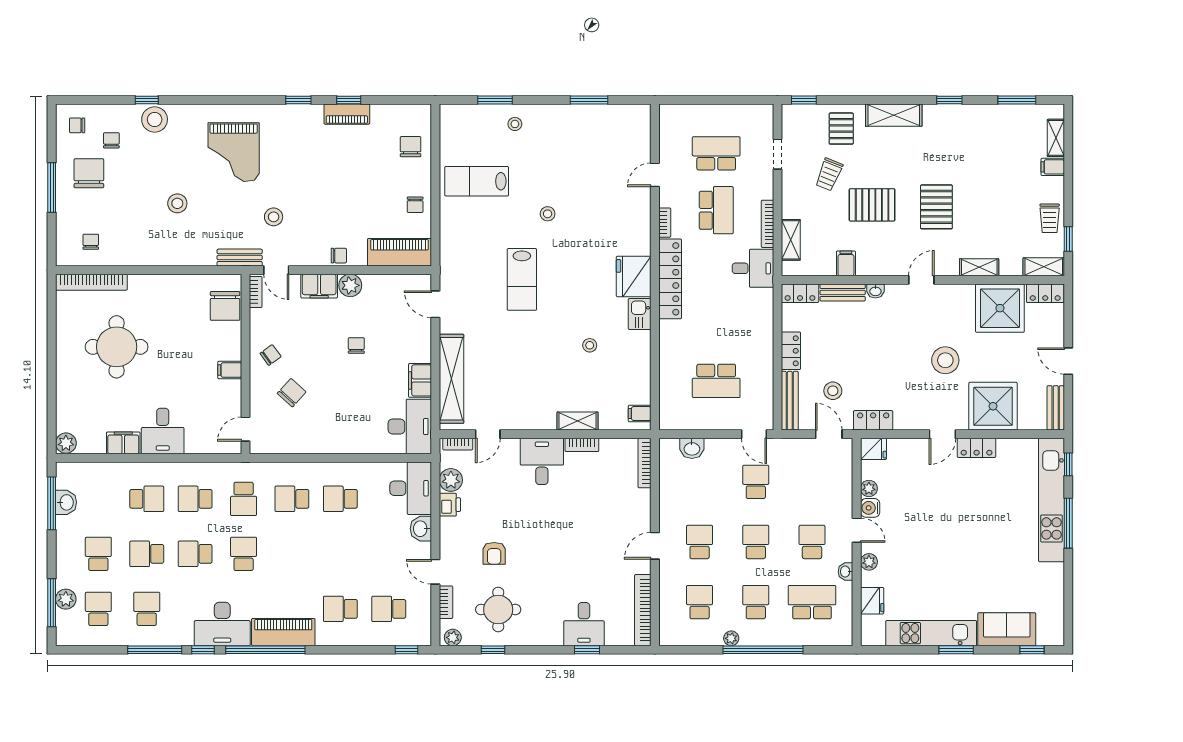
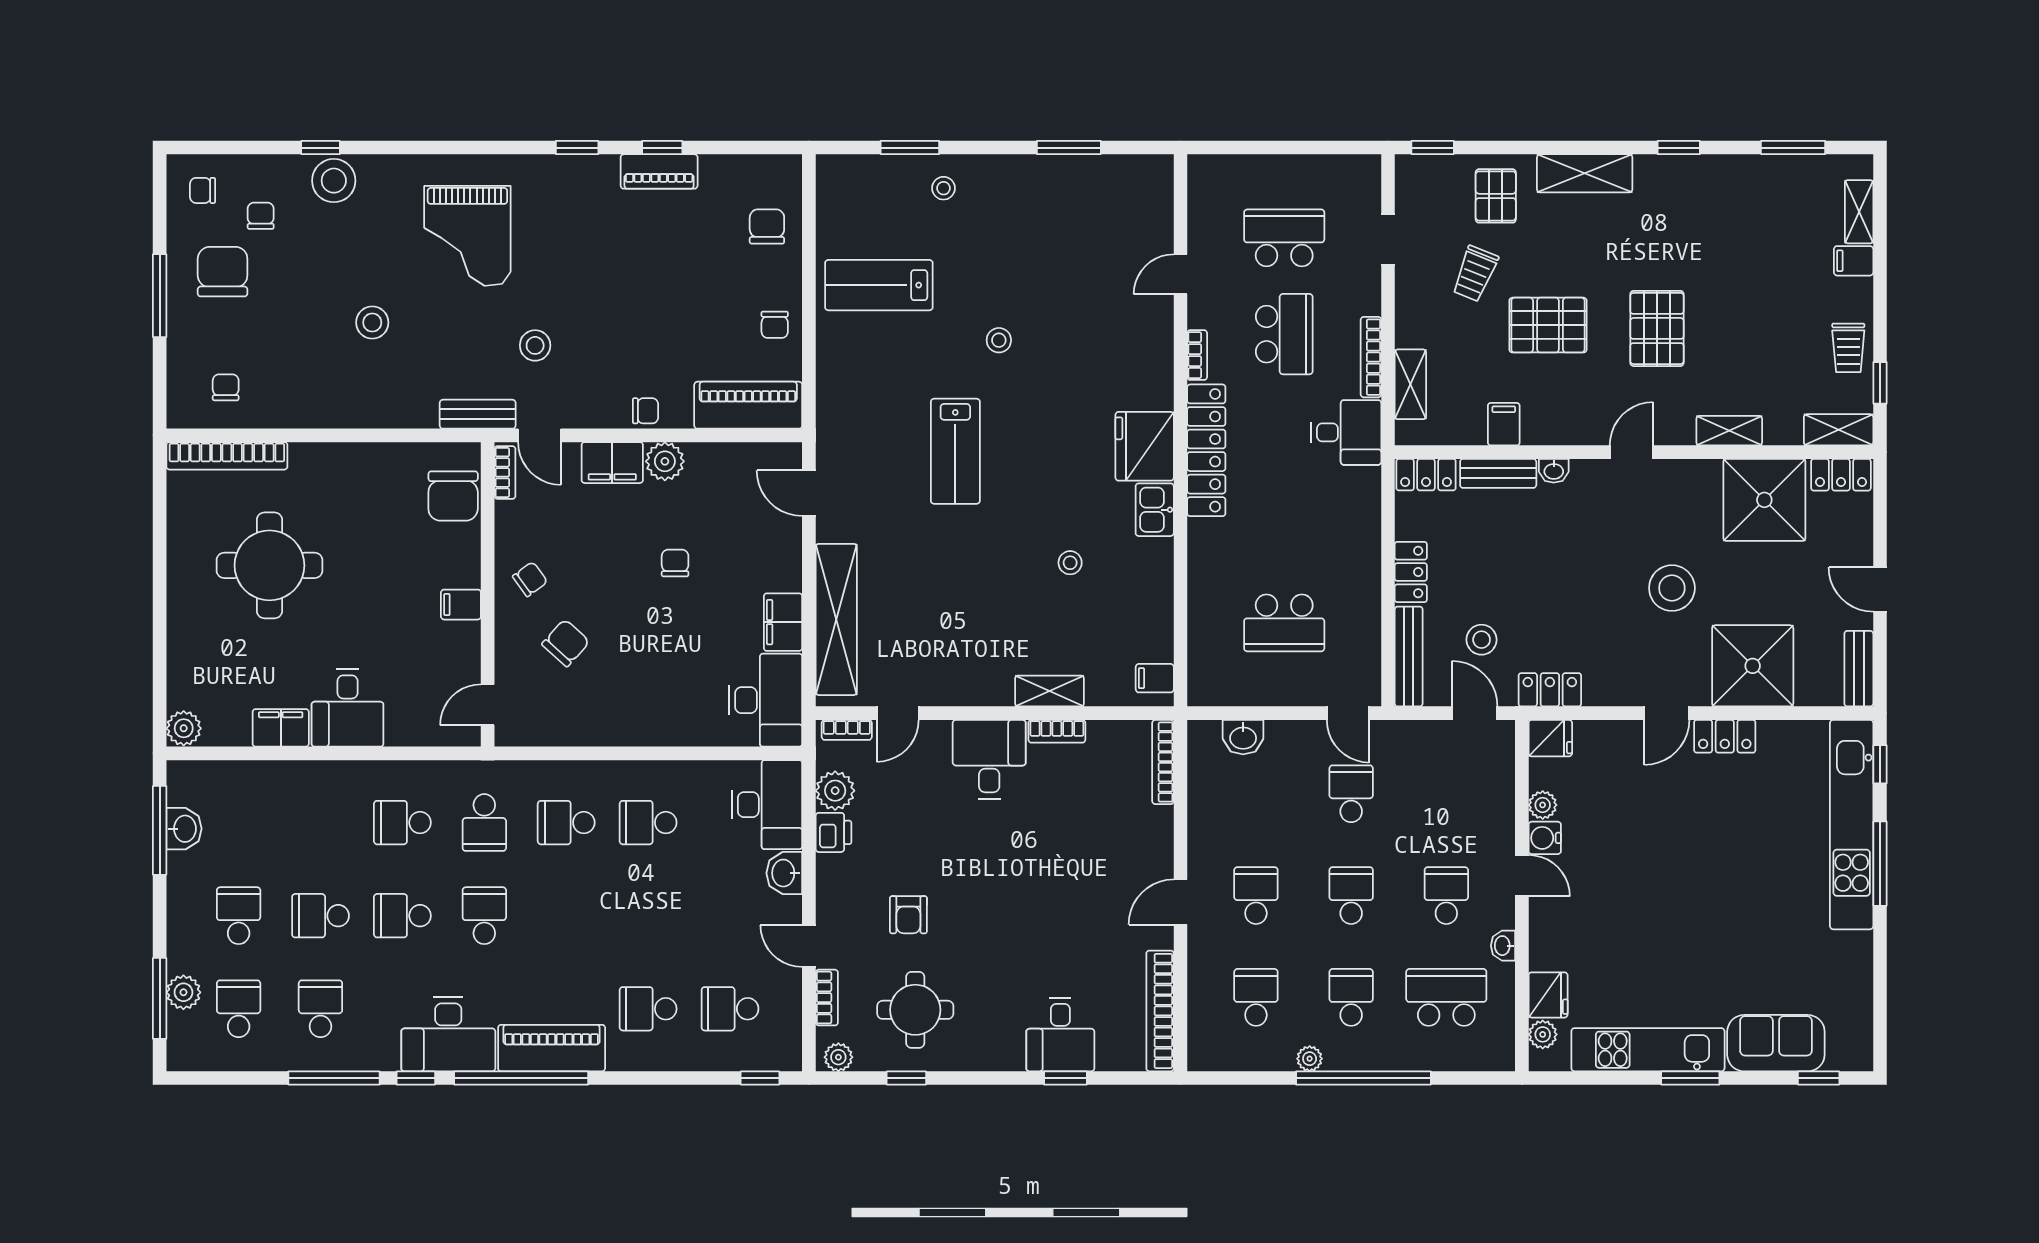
school desk: (147, 499) -> (320, 823), removed
plant: (869, 562) -> (1543, 1034), moved

